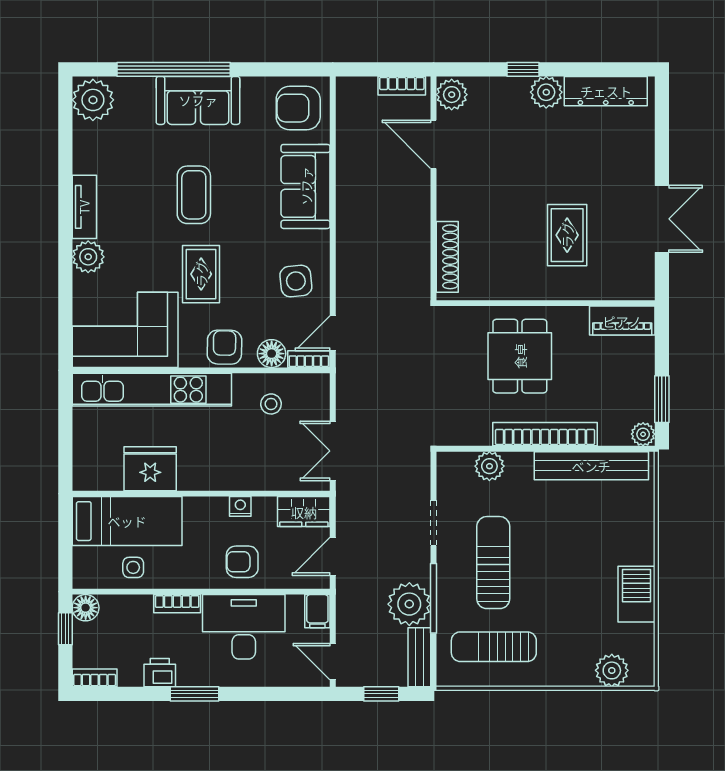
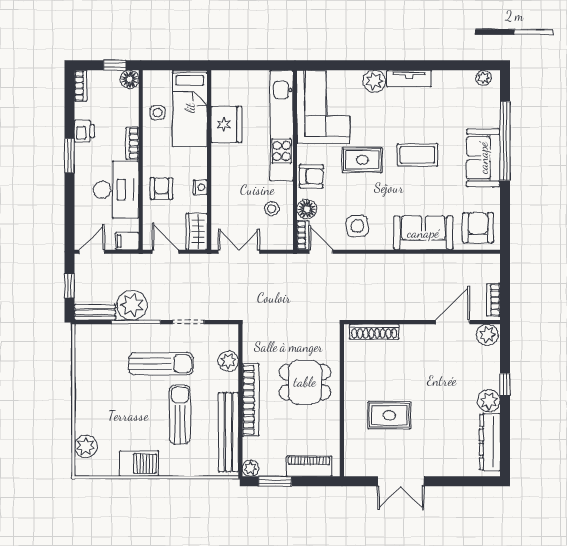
plant: (93, 100) -> (484, 78), width x0.53, depth x0.53
piano: (622, 321) -> (309, 466), moved, turned 90
sun lounger: (494, 647) -> (180, 415), moved

